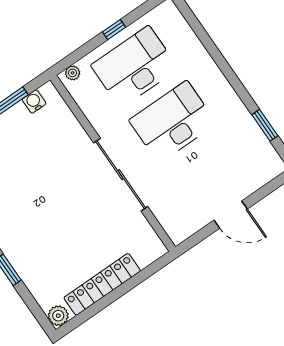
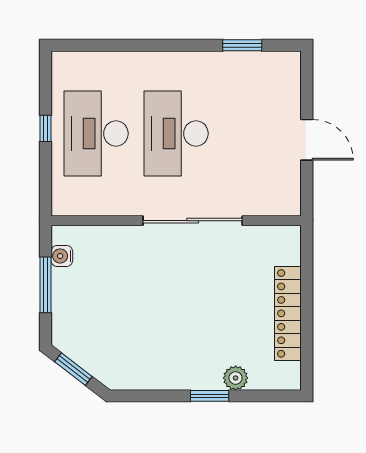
plant: (73, 73) -> (60, 199), removed
door: (231, 215) -> (307, 140), hinge flipped
plant: (58, 316) -> (236, 378), moved

